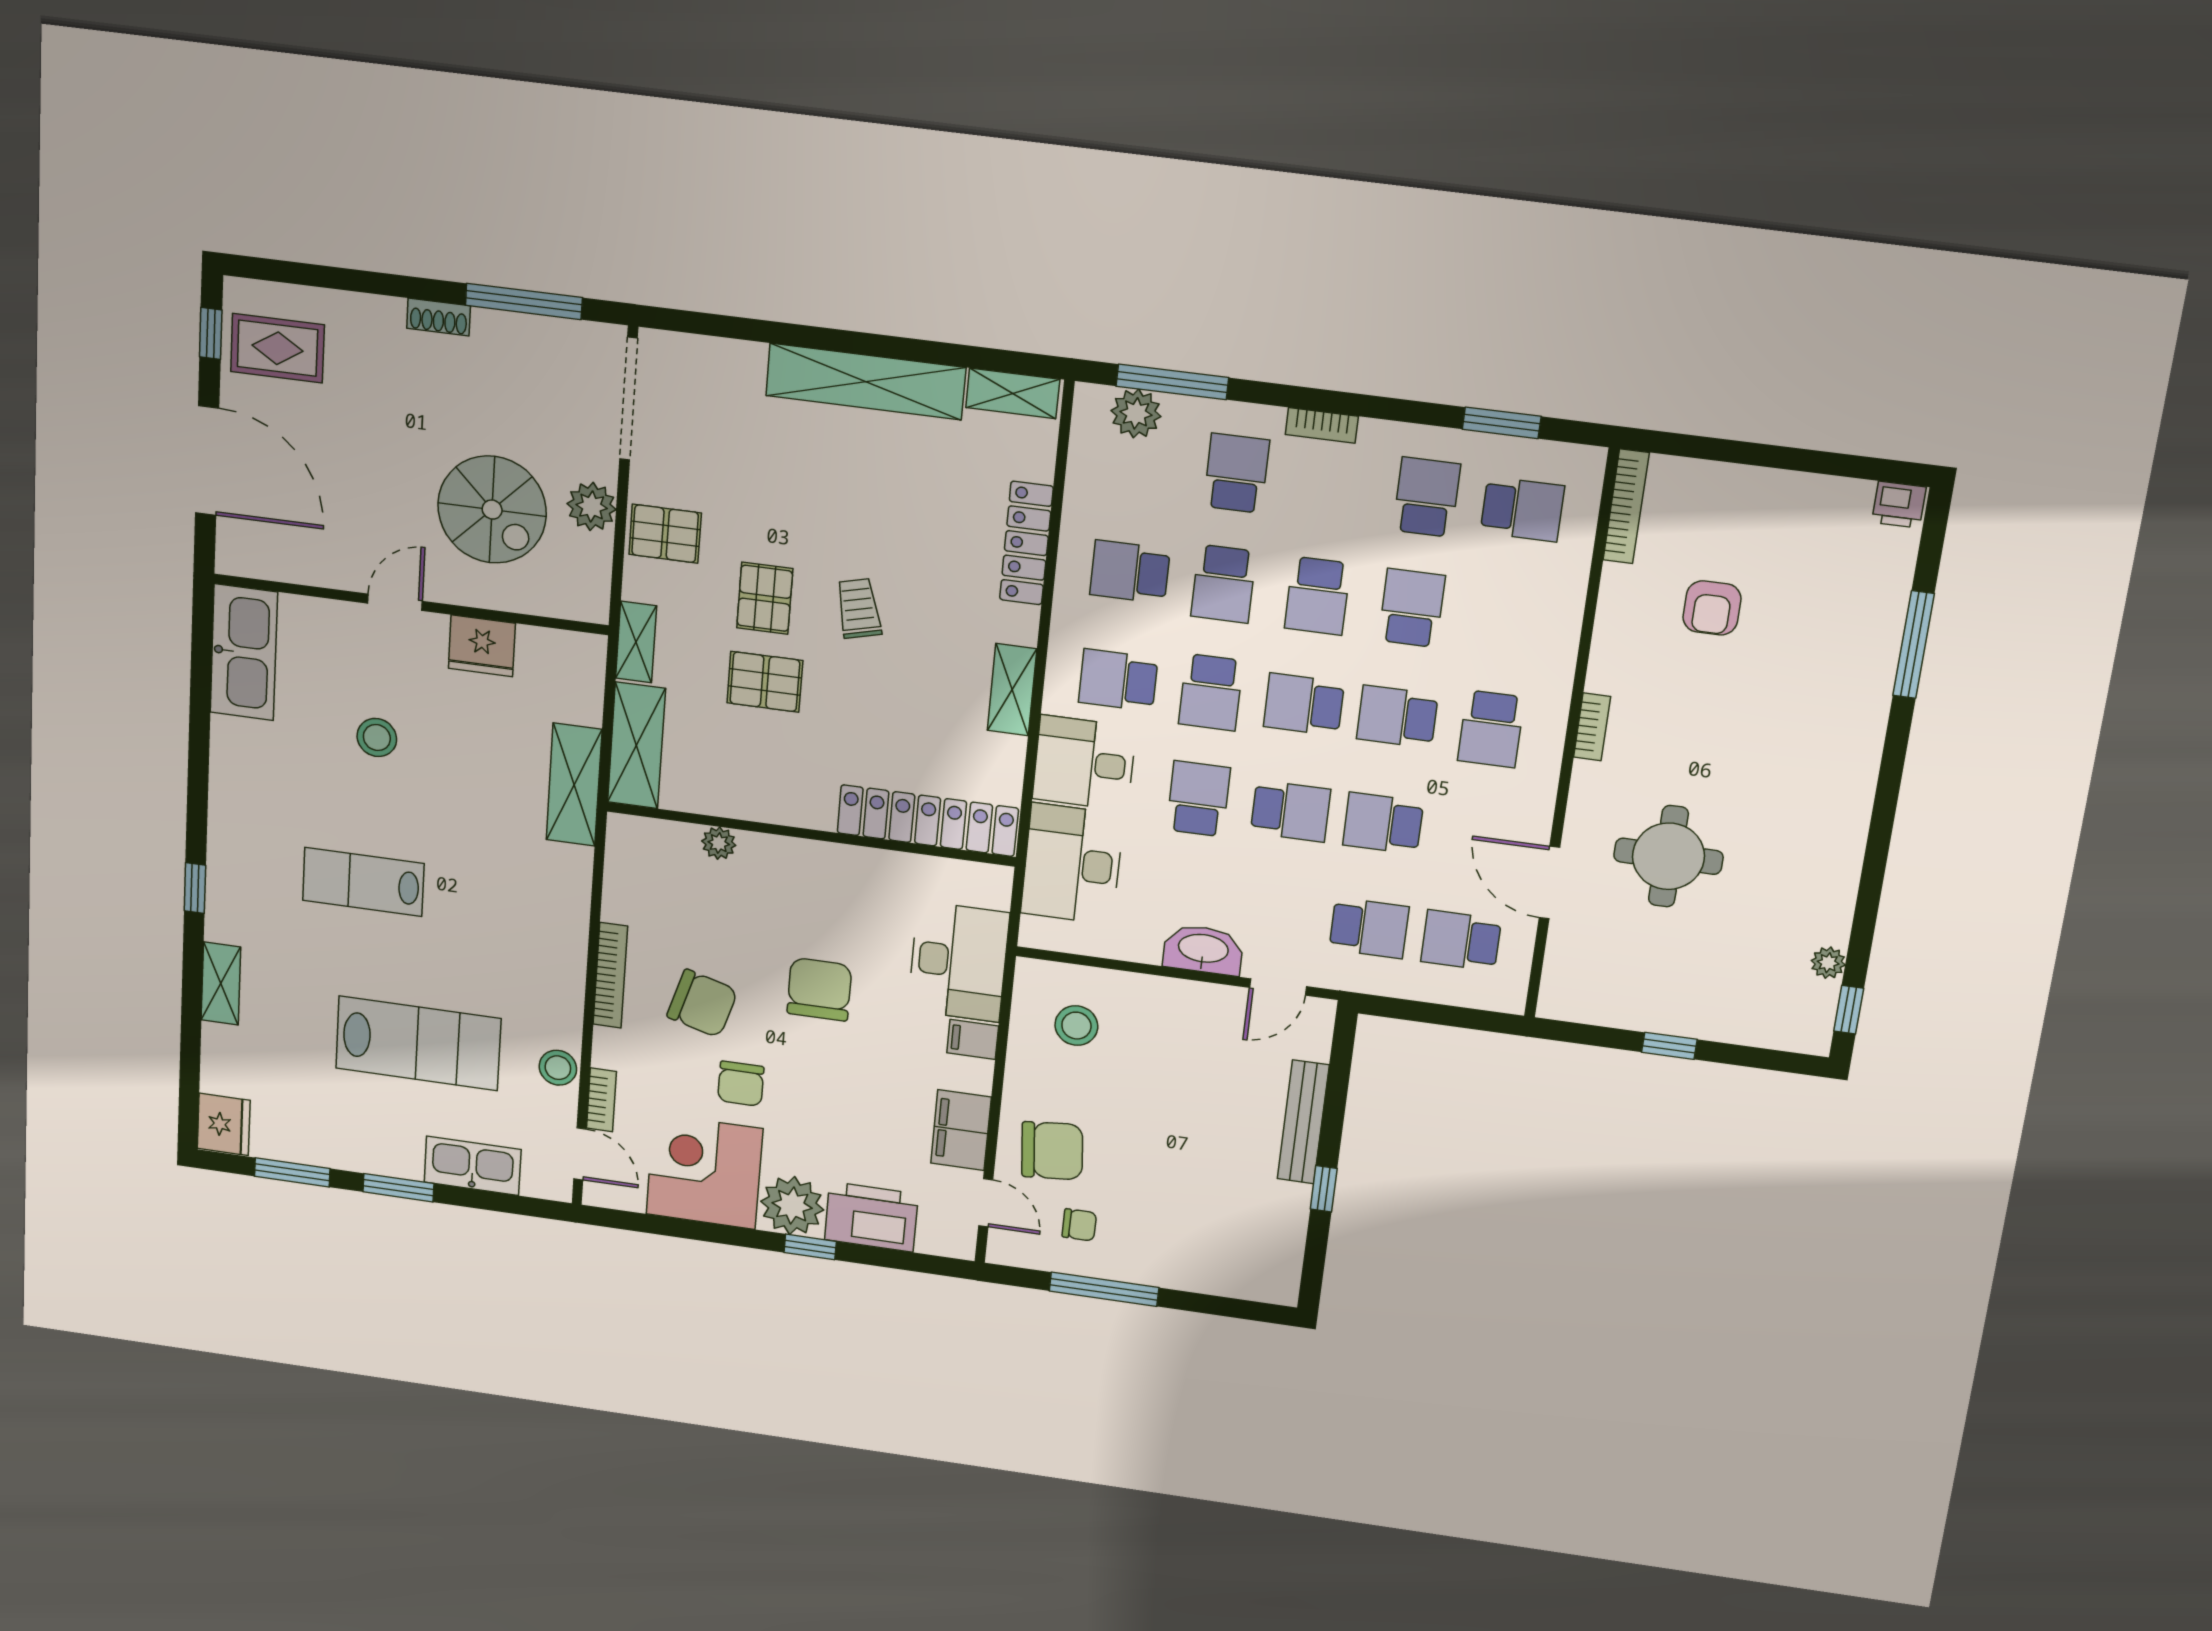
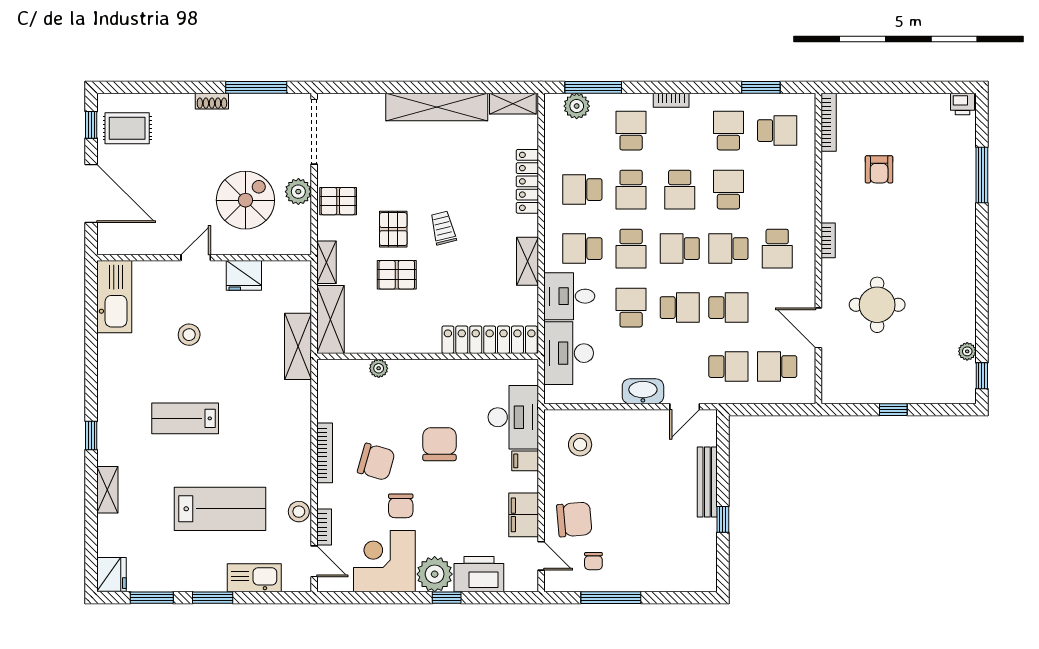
spiral stairs: (492, 510) -> (245, 200), turned -90
school desk: (1383, 823) -> (728, 308), turned 180
chair: (1079, 1225) -> (593, 561), turned 90

